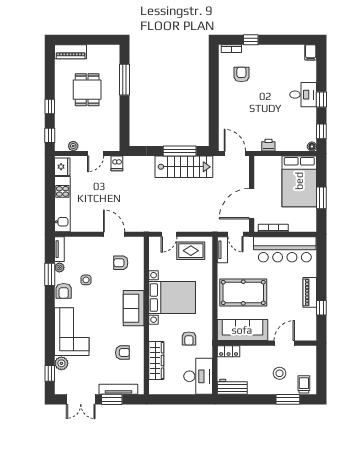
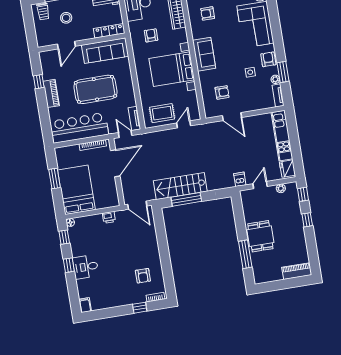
dining table: (87, 90) -> (260, 236), moved
pool table: (243, 293) -> (95, 89), moved
locker: (229, 351) -> (109, 31), width x1.53

